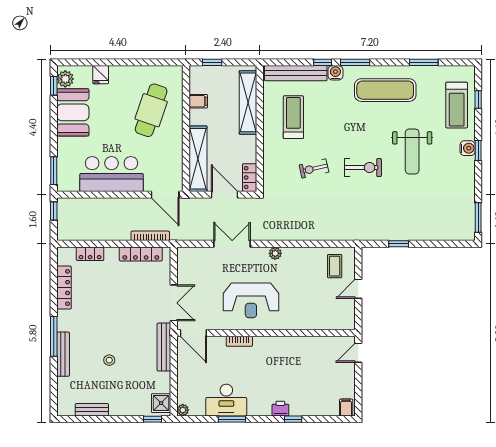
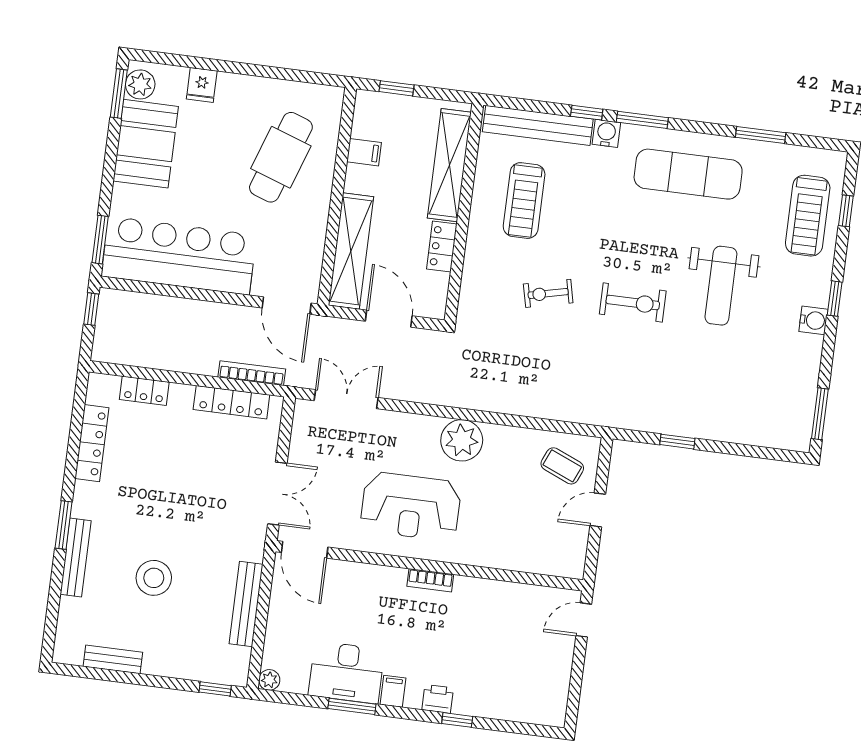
window: (54, 86) -> (119, 94), width x1.50
treadmill: (293, 117) -> (524, 201), turned 180
water cooler: (468, 148) -> (813, 320), moved
bar counter: (111, 174) -> (179, 256), width x1.36
locker: (250, 178) -> (442, 247), moved
double door: (232, 244) -> (346, 399), moved
plant: (275, 253) -> (462, 440), width x1.88, depth x1.88
coffee table: (335, 266) -> (562, 466), turned -67
window: (54, 336) -> (64, 525), width x0.69
bookcase: (239, 341) -> (430, 580), moved
bench: (164, 347) -> (246, 604), moved
stool: (109, 360) -> (154, 578), width x1.89, depth x1.89
shower: (161, 403) -> (233, 663), removed
filing cabinet: (346, 407) -> (393, 691), moved

